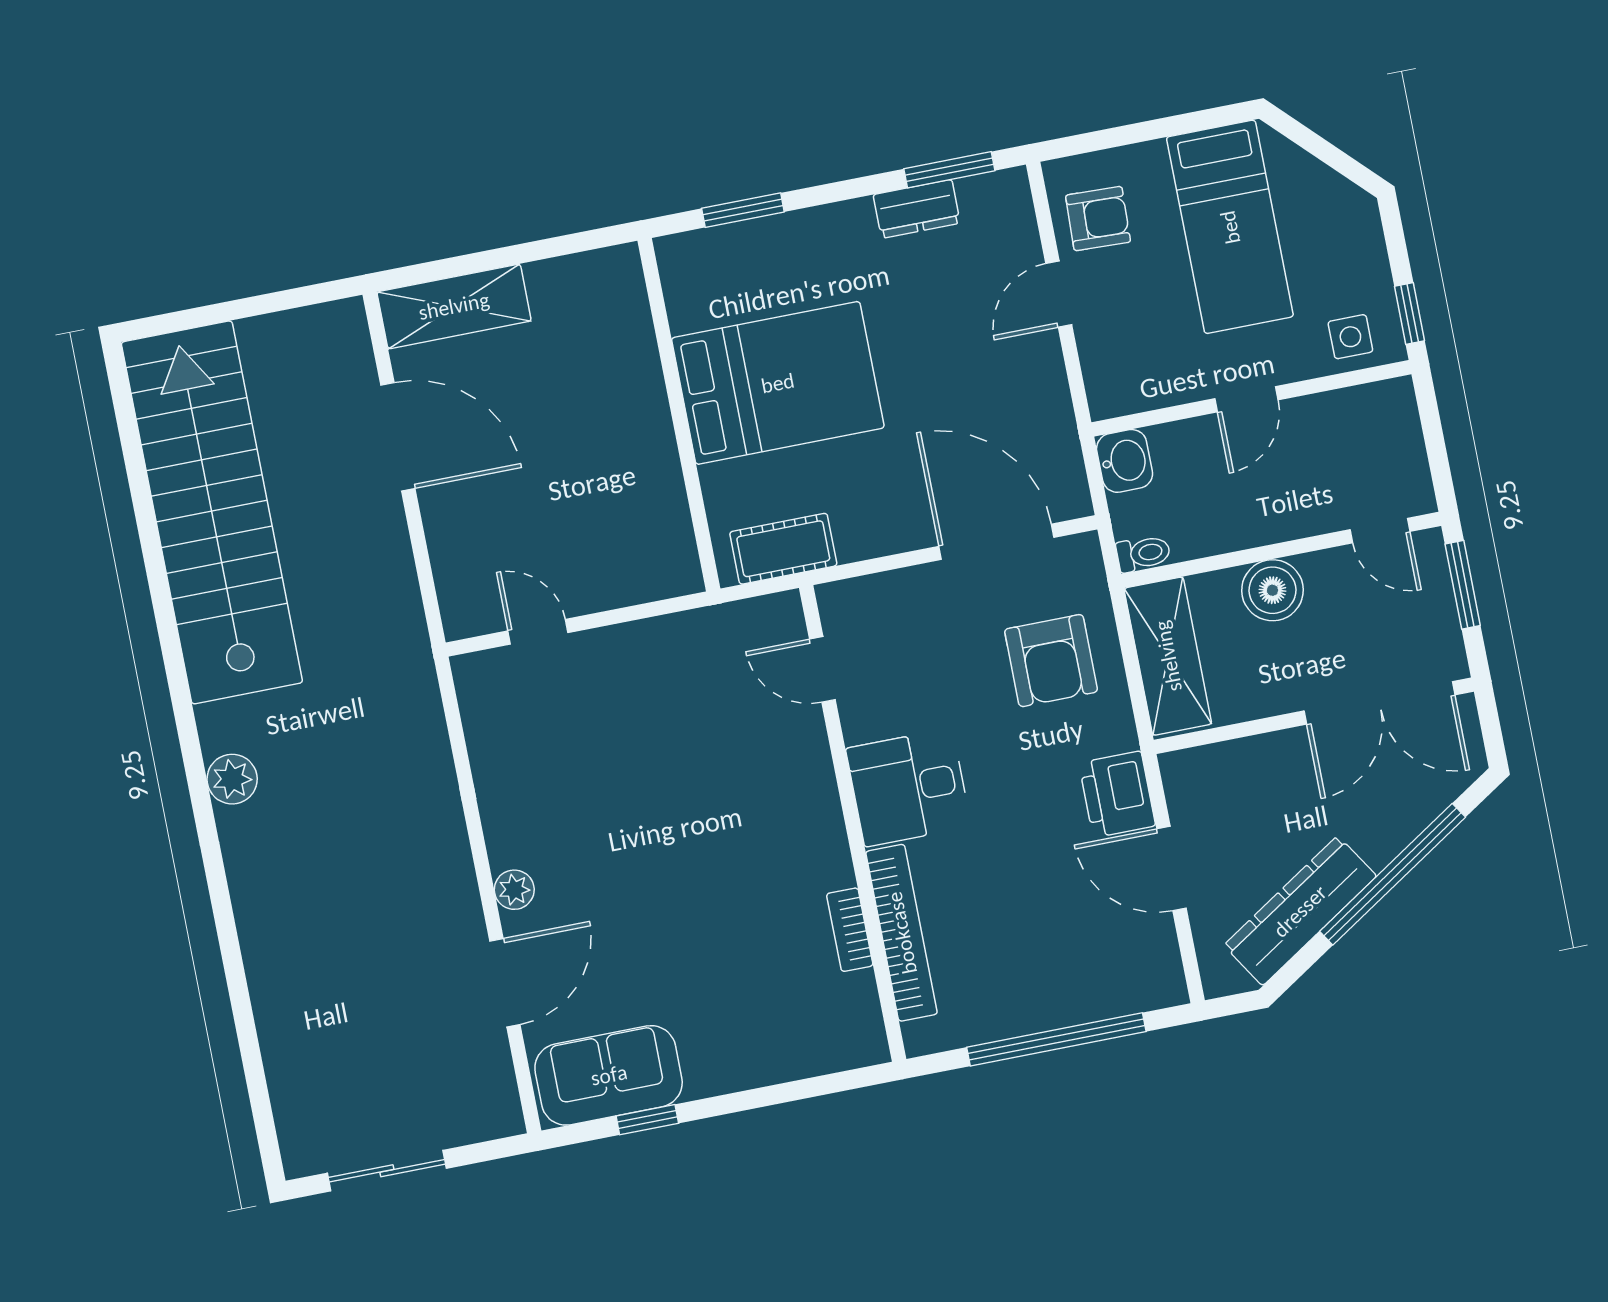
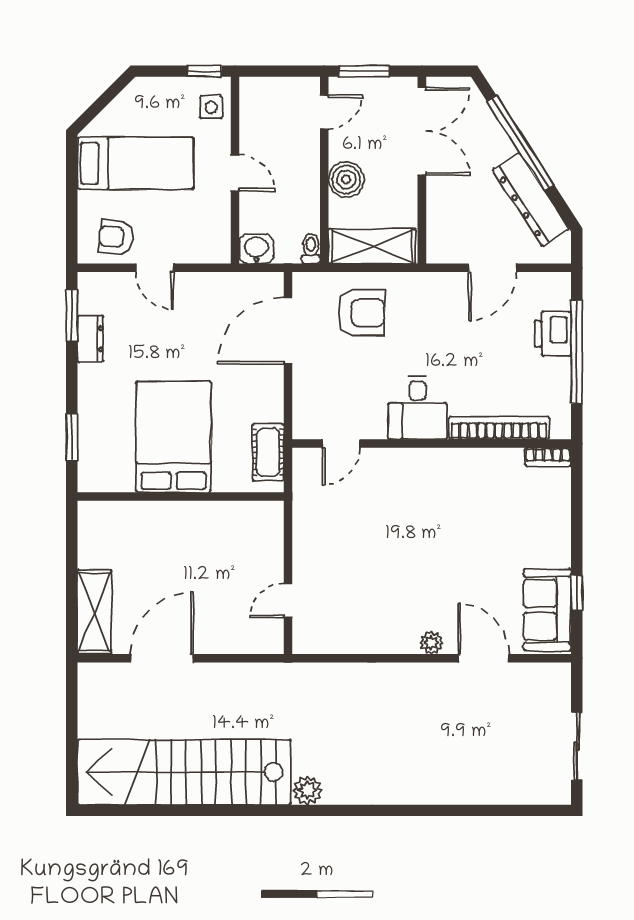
armchair: (1098, 219) -> (116, 237), turned -86
plant: (232, 779) -> (307, 790), moved
printer: (1117, 794) -> (553, 334), moved, turned 90
bookcase: (850, 930) -> (548, 457), moved

